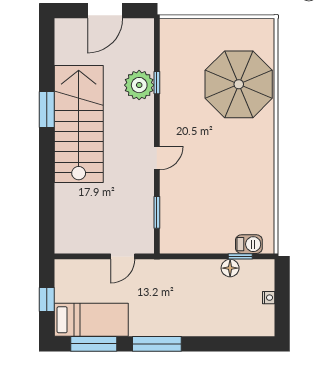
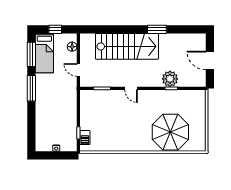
stairs: (79, 124) -> (127, 46), moved
floor lamp: (230, 268) -> (72, 47), moved

